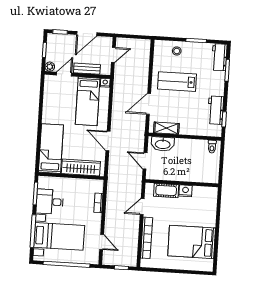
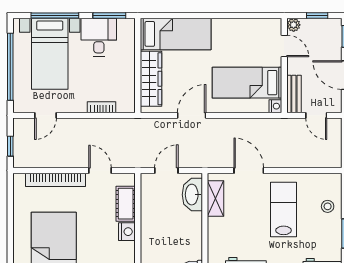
bench: (87, 69) -> (294, 94), moved

